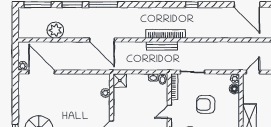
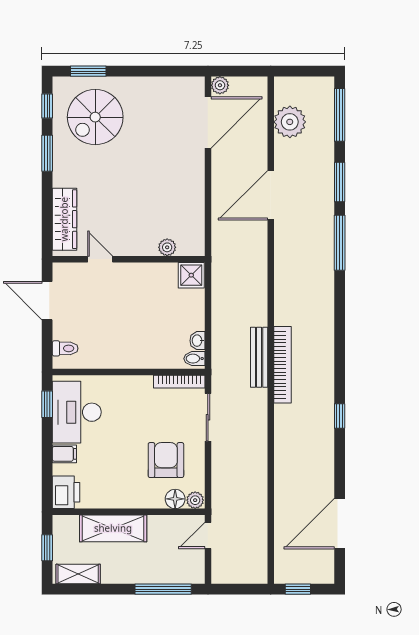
plant: (55, 30) -> (290, 122), moved
door: (102, 40) -> (271, 195), moved
door: (253, 72) -> (208, 535), swing flipped
armchair: (206, 105) -> (166, 460), moved
door: (169, 112) -> (130, 372), removed

